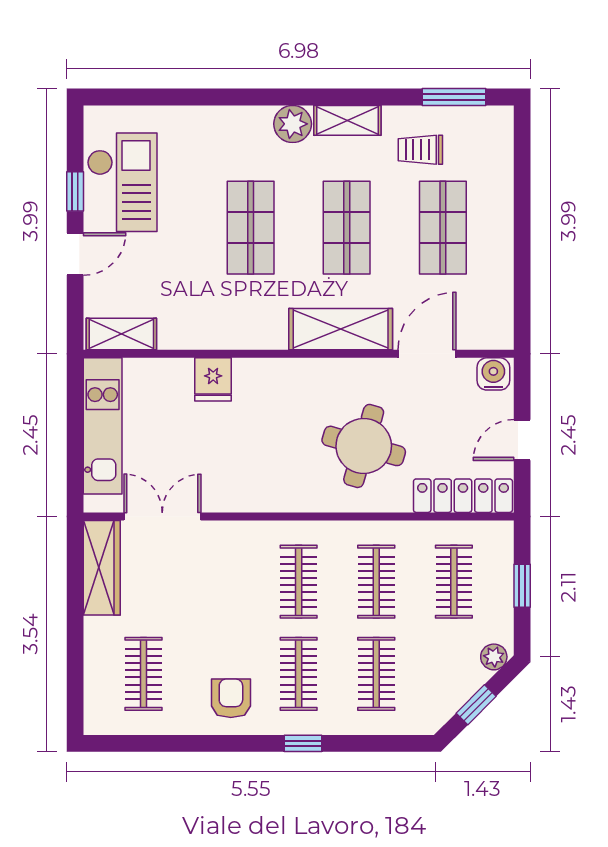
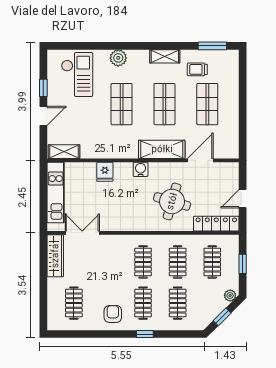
plant: (293, 124) -> (118, 58), moved
checkout: (122, 182) -> (77, 74), moved
water cooler: (493, 374) -> (141, 169), moved

